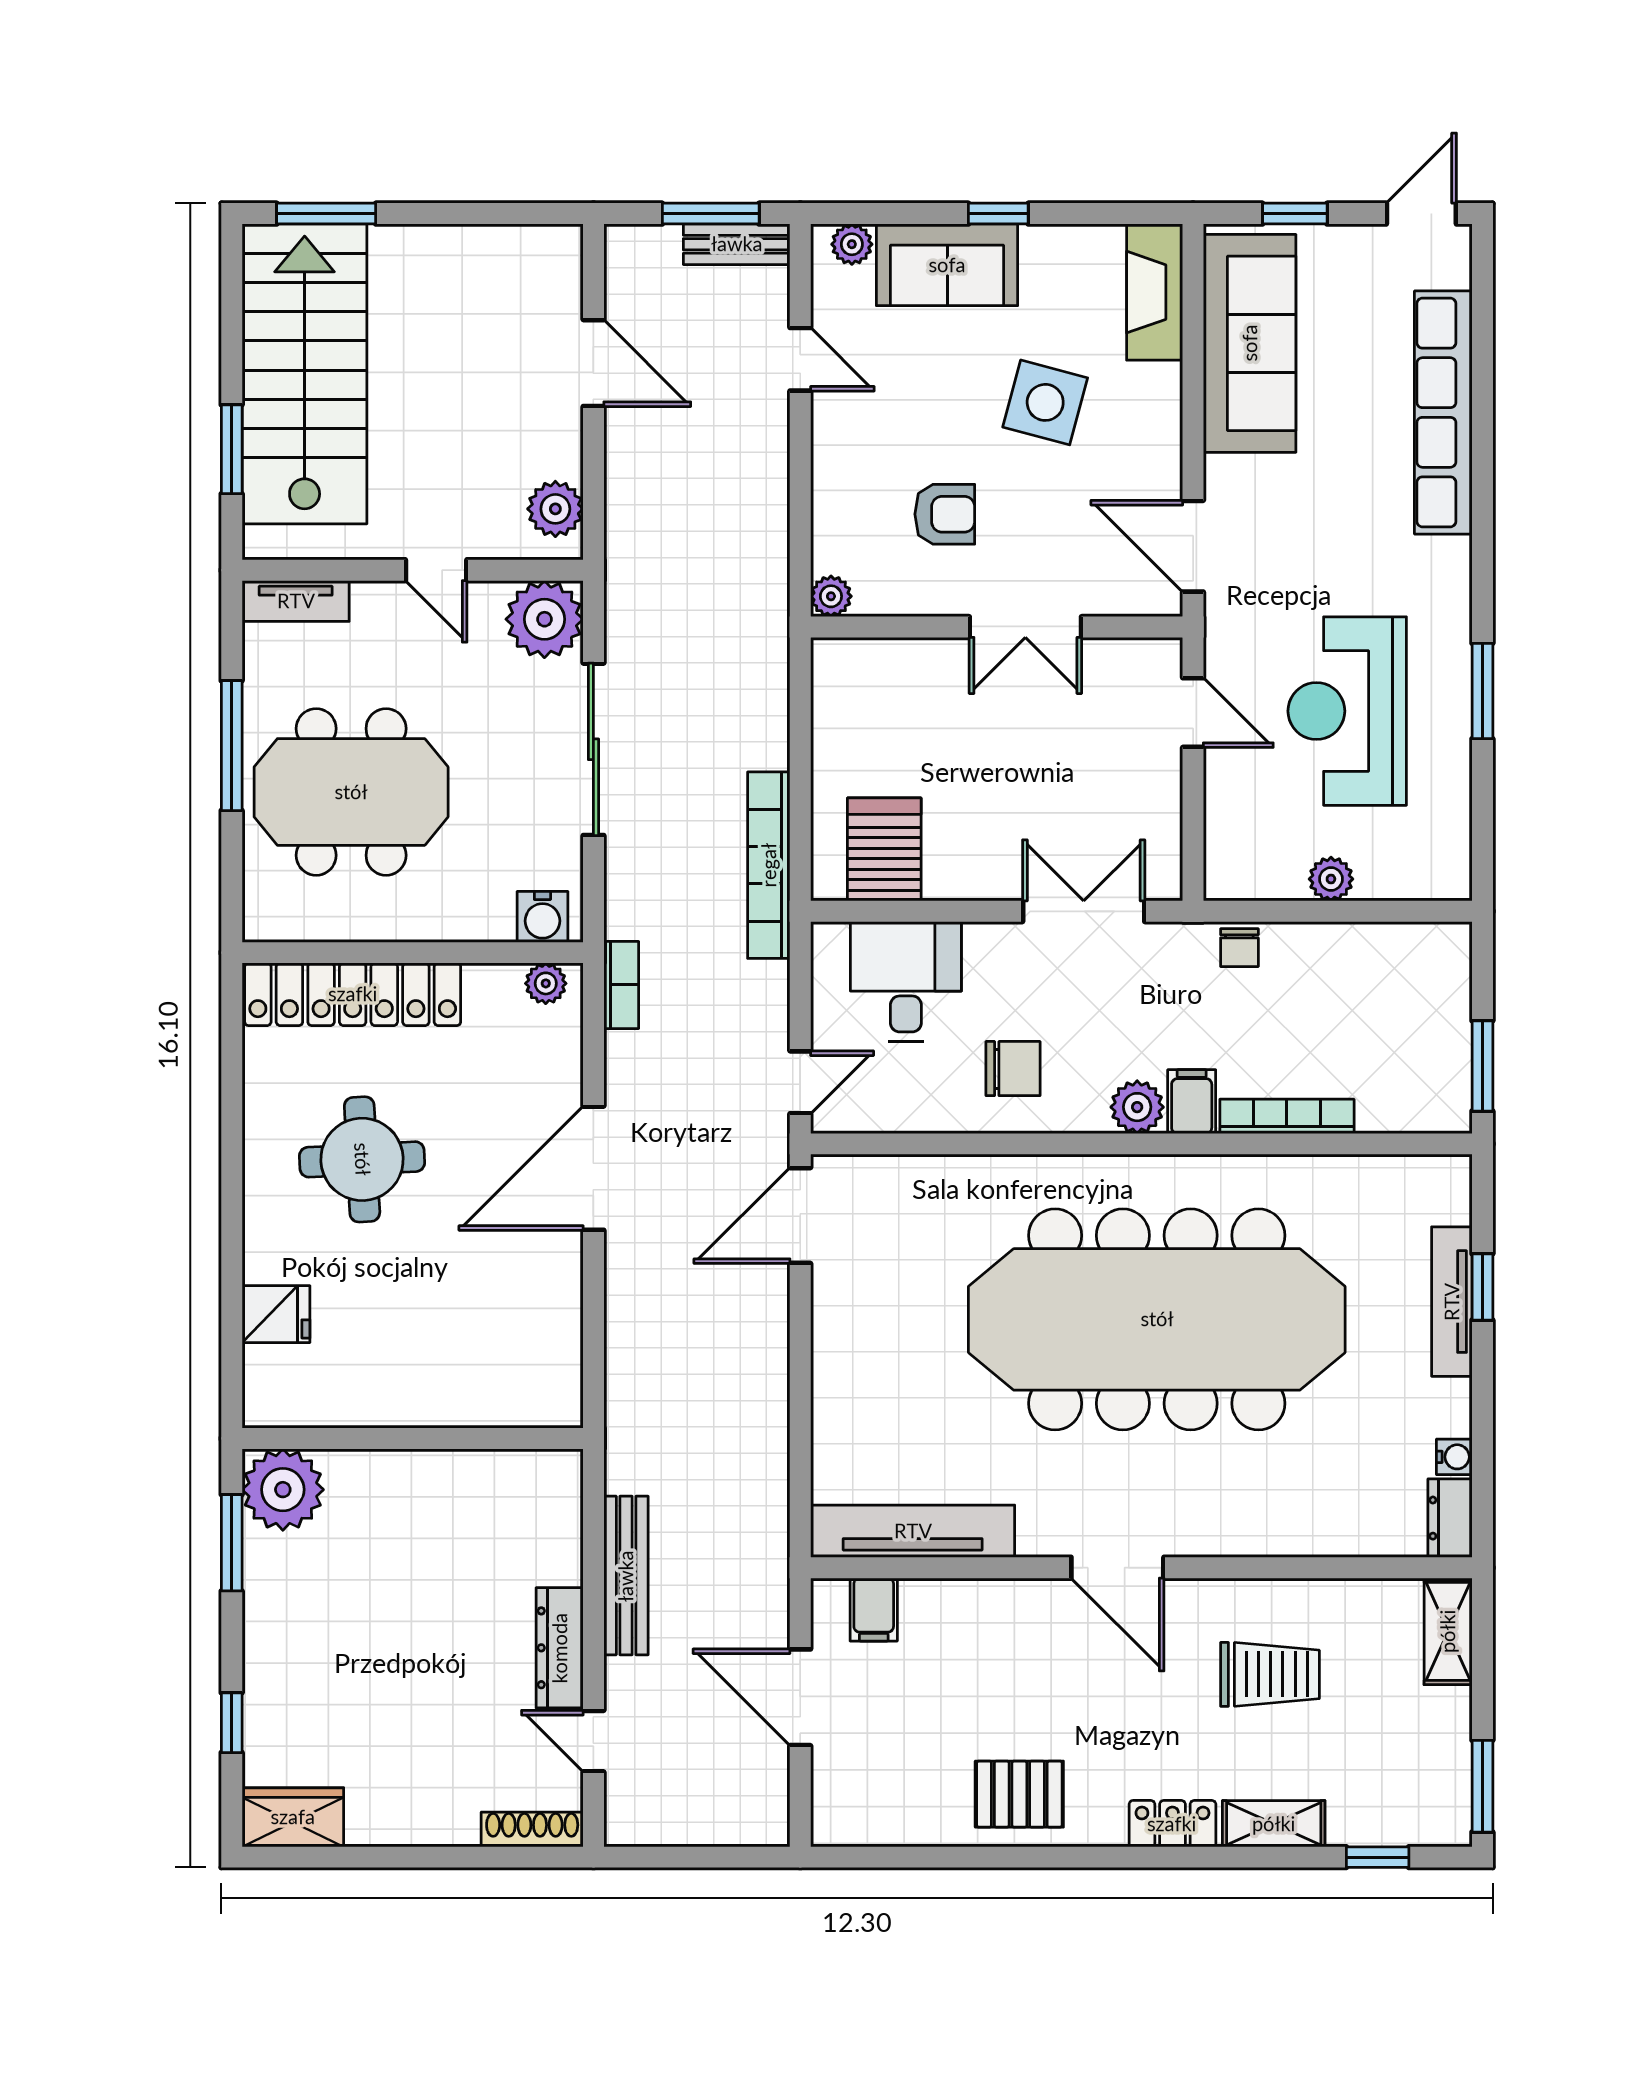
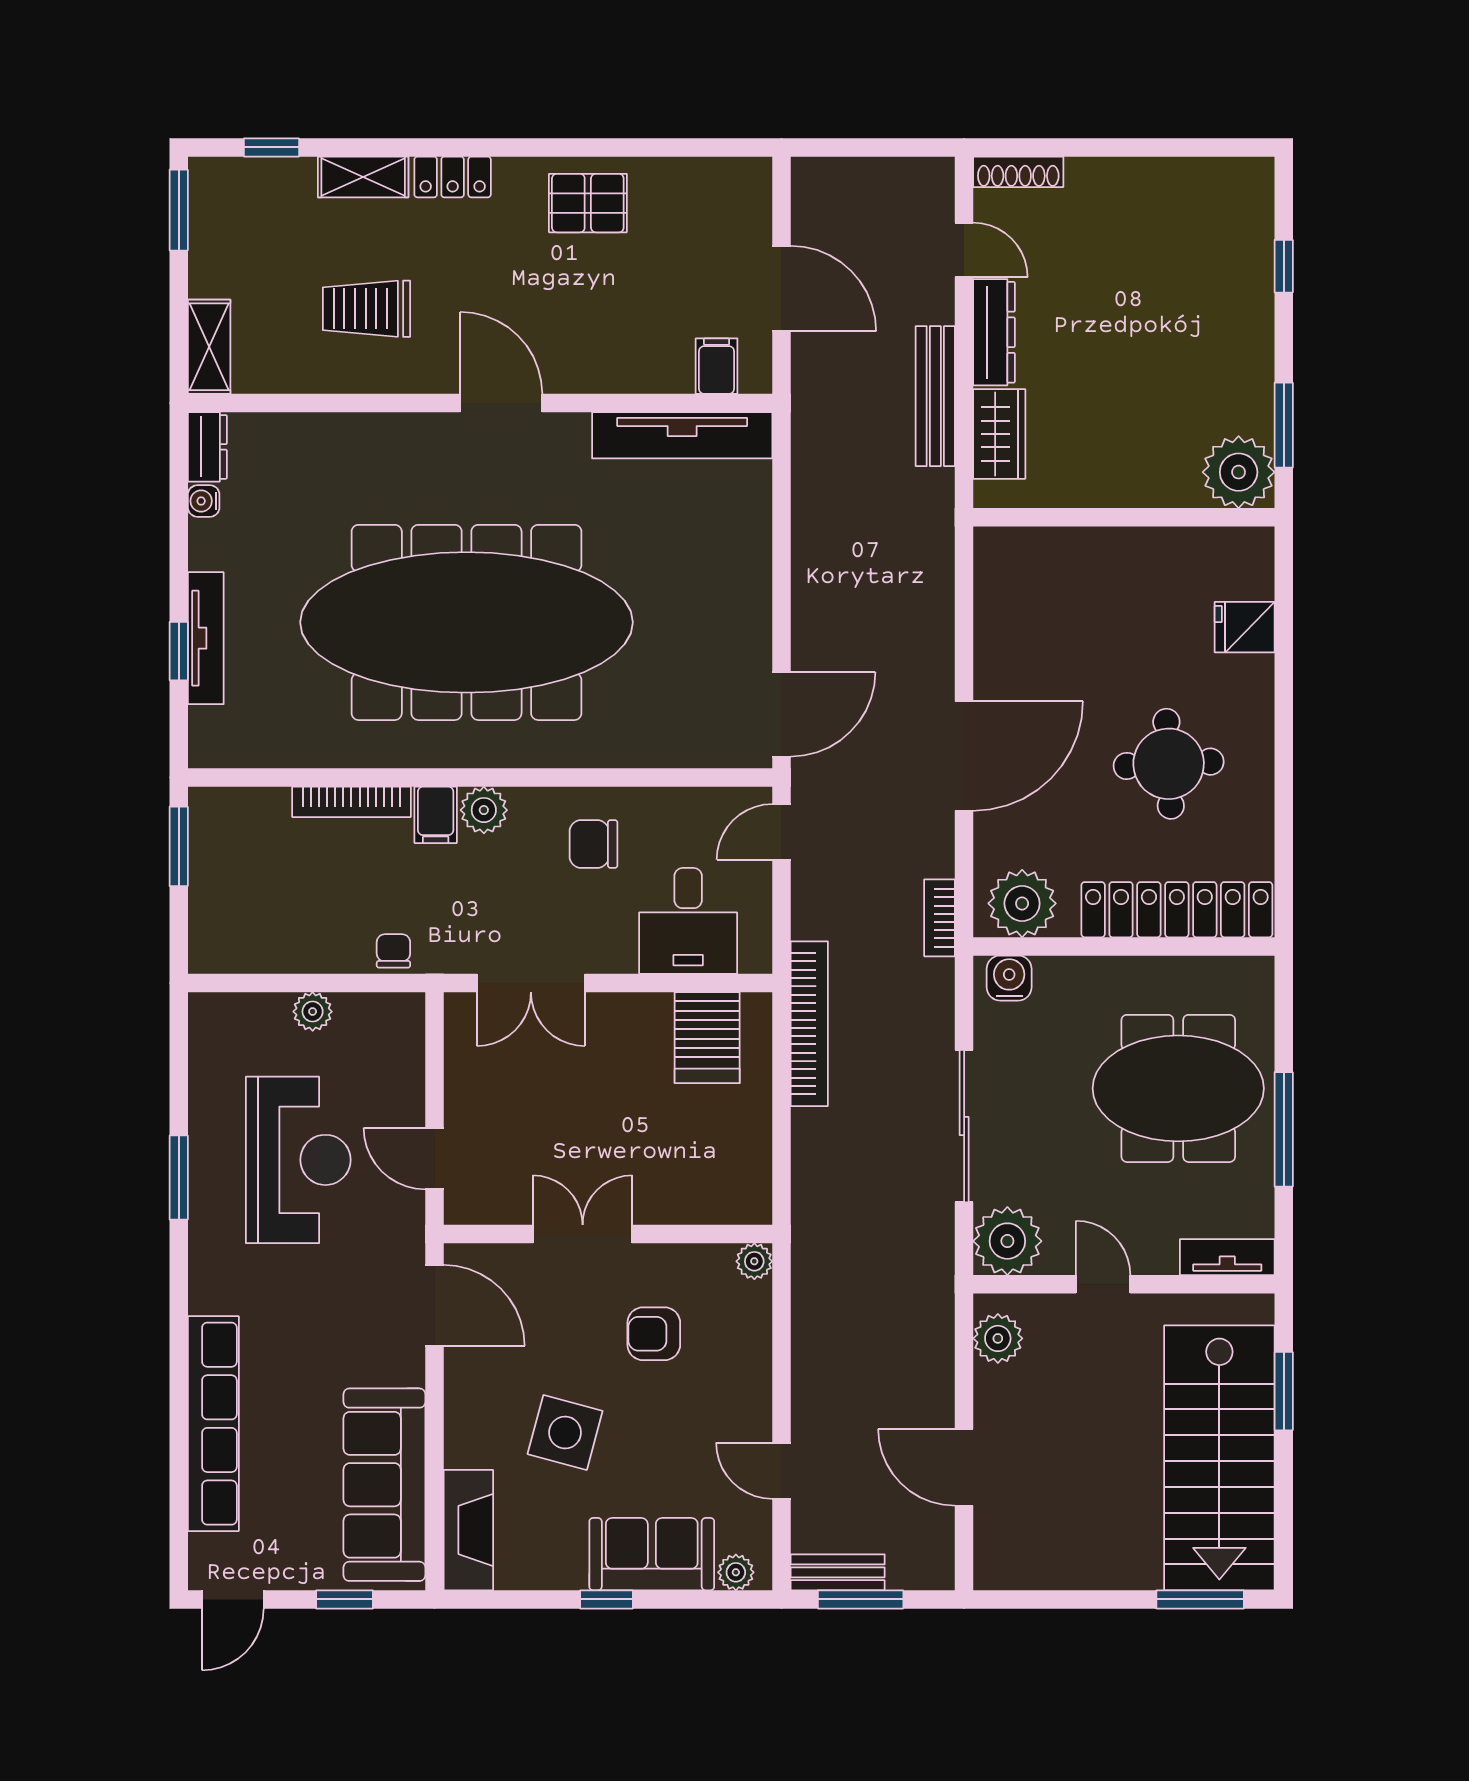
plant: (546, 983) -> (1022, 903), width x1.88, depth x1.88
wardrobe: (293, 1817) -> (999, 434), moved, turned -90

